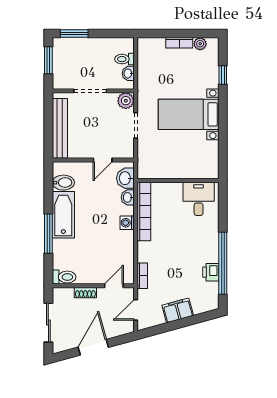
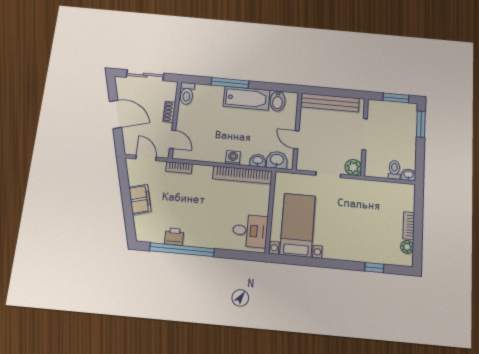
washbasin: (128, 73) -> (408, 175), moved
bed with nightstands: (189, 114) -> (298, 225), moved

